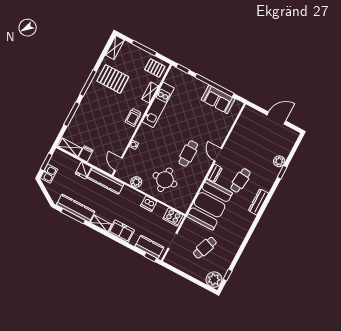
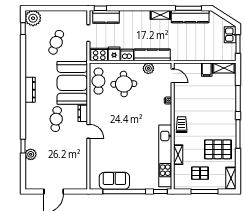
pallet: (155, 68) -> (200, 173), moved
kitchen unit: (158, 105) -> (165, 156), width x1.36
cafe table: (188, 153) -> (98, 81), moved
fridge: (83, 170) -> (114, 54), moved
kitchen counter: (105, 181) -> (152, 55), moved
dresser: (258, 202) -> (30, 90), moved
freezer: (121, 231) -> (138, 18), removed

